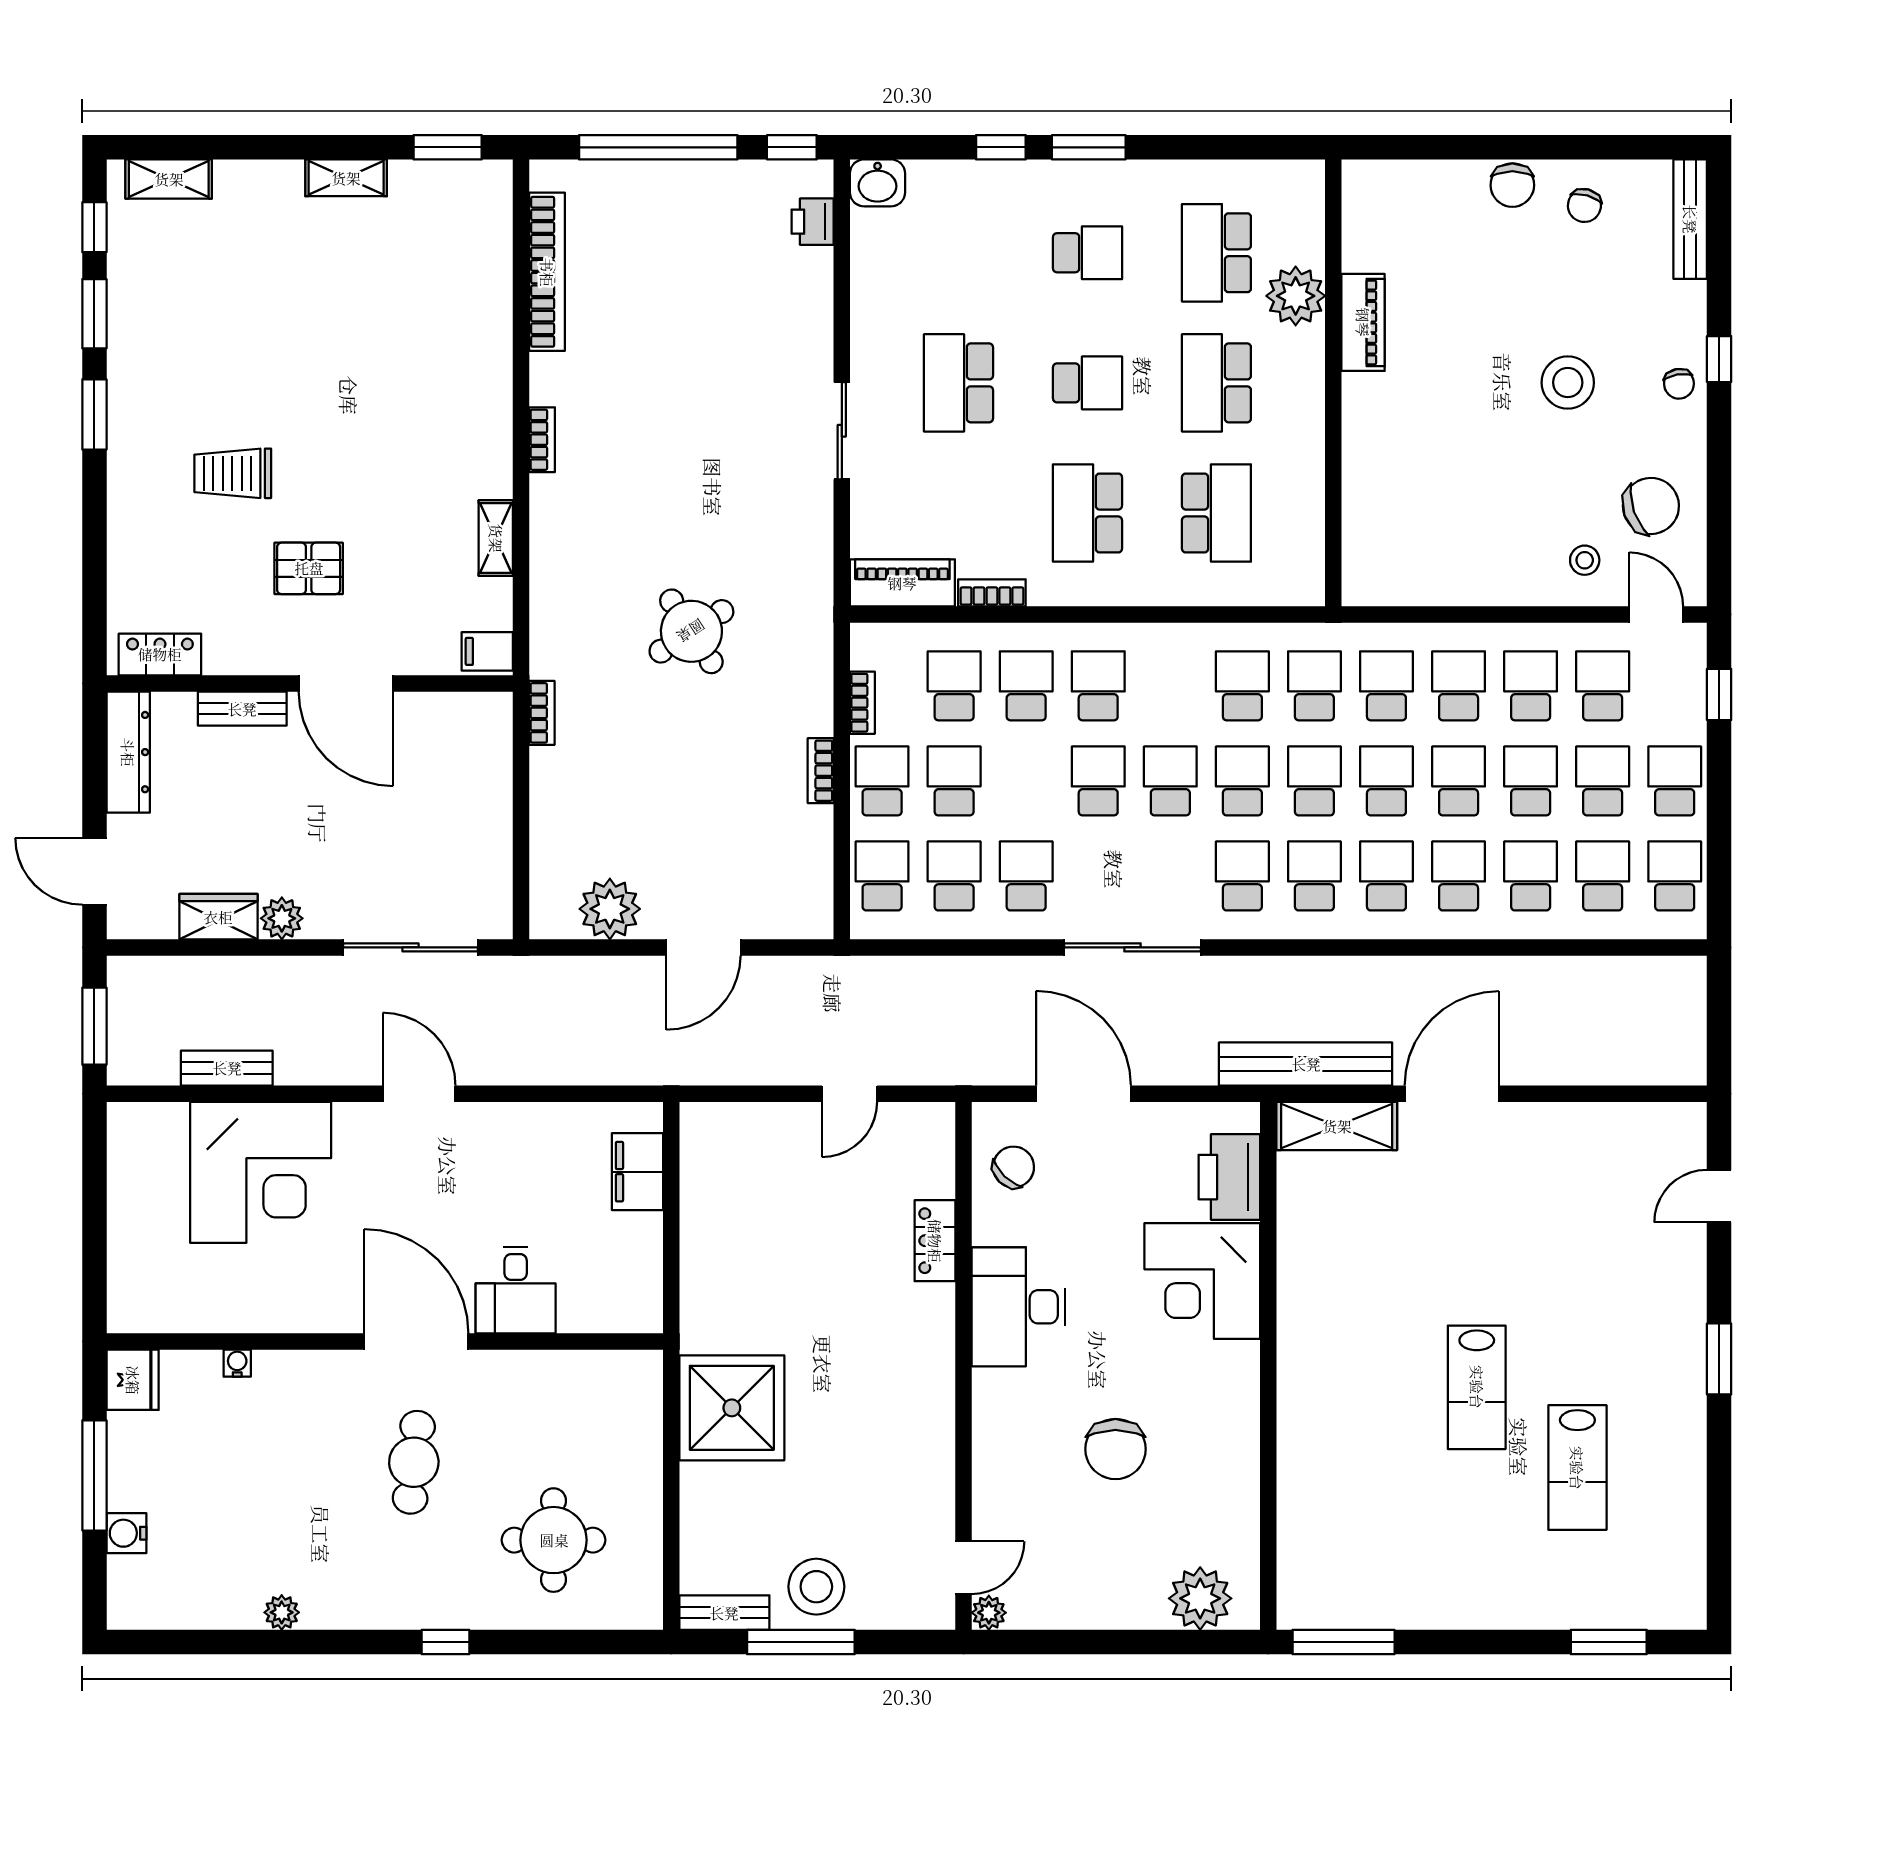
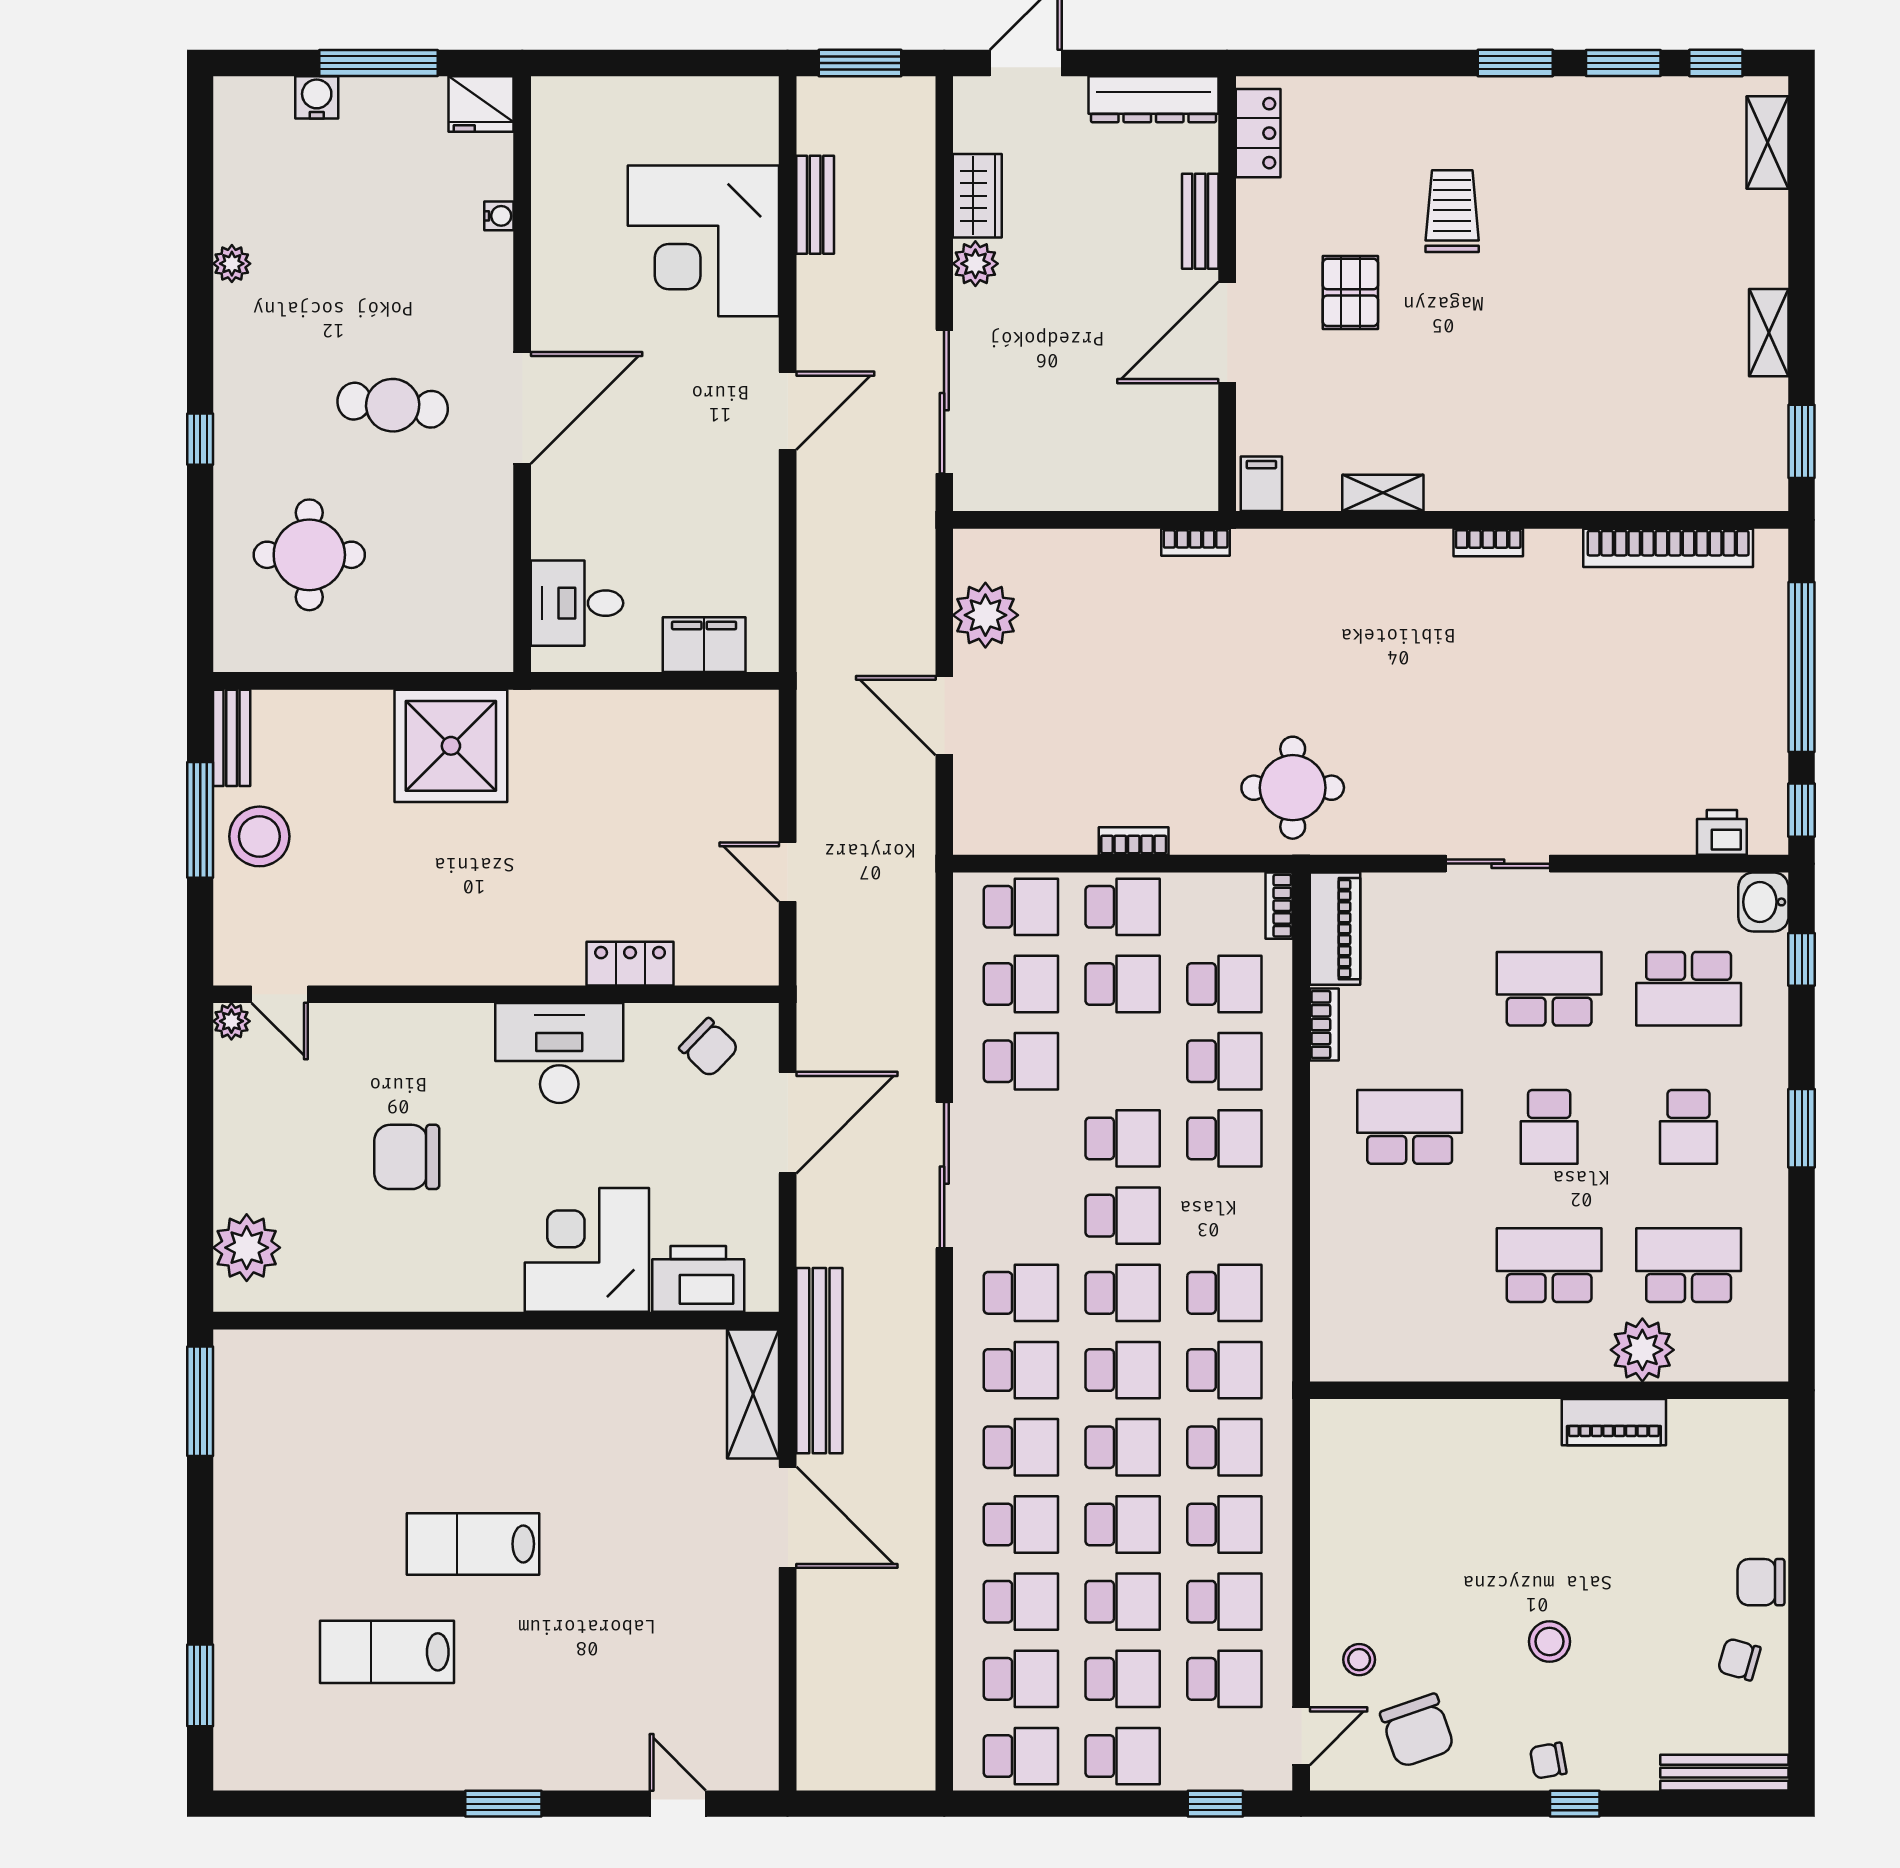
window: (1001, 147) -> (1802, 959), moved
stool: (1568, 383) -> (1550, 1641), width x0.73, depth x0.73
school desk: (1216, 513) -> (1689, 989), moved
round table: (691, 631) -> (1293, 788), moved, turned 33
bookcase: (862, 703) -> (1279, 906), moved, turned 90
desk: (516, 1290) -> (577, 603), moved

